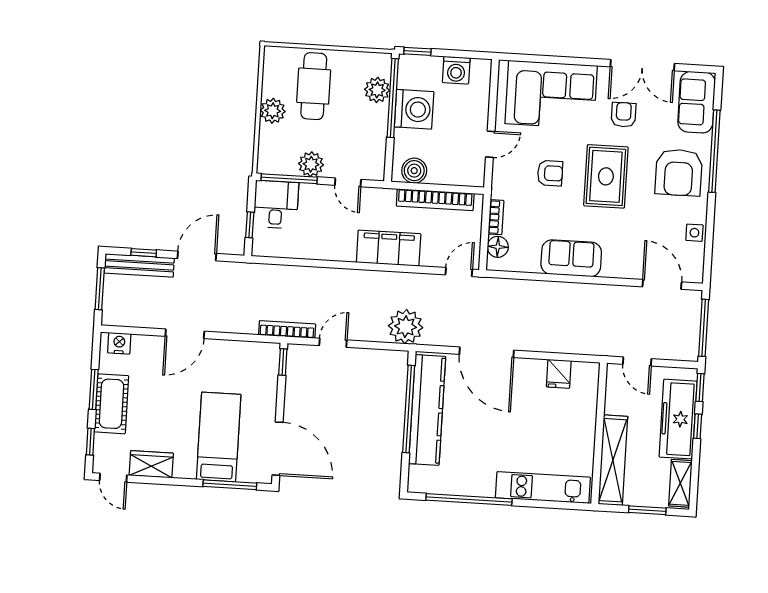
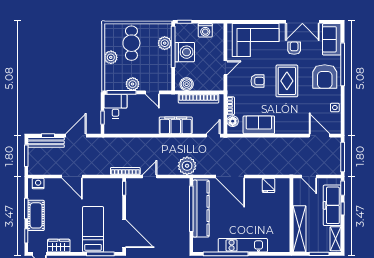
sofa: (571, 258) -> (259, 125), moved
door: (185, 334) -> (72, 177), hinge flipped
kitchen unit: (543, 487) -> (243, 245), moved

